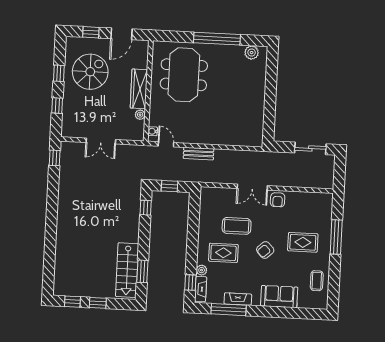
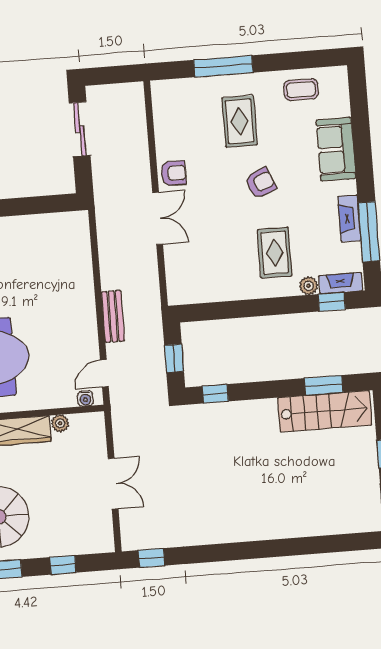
coffee table: (237, 226) -> (226, 236), removed
armchair: (265, 250) -> (261, 183), turned -70

